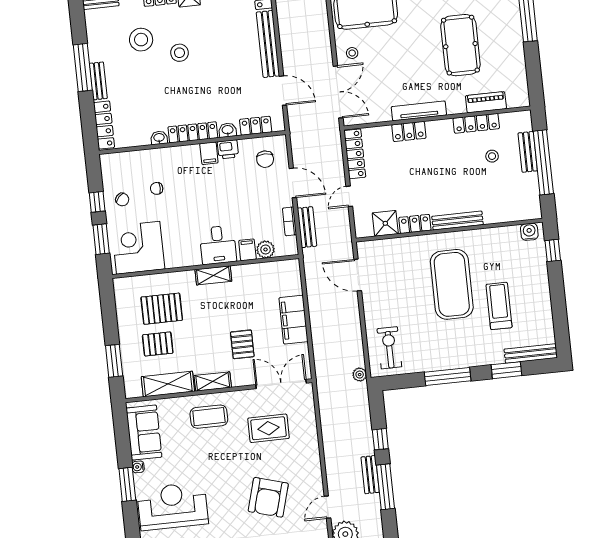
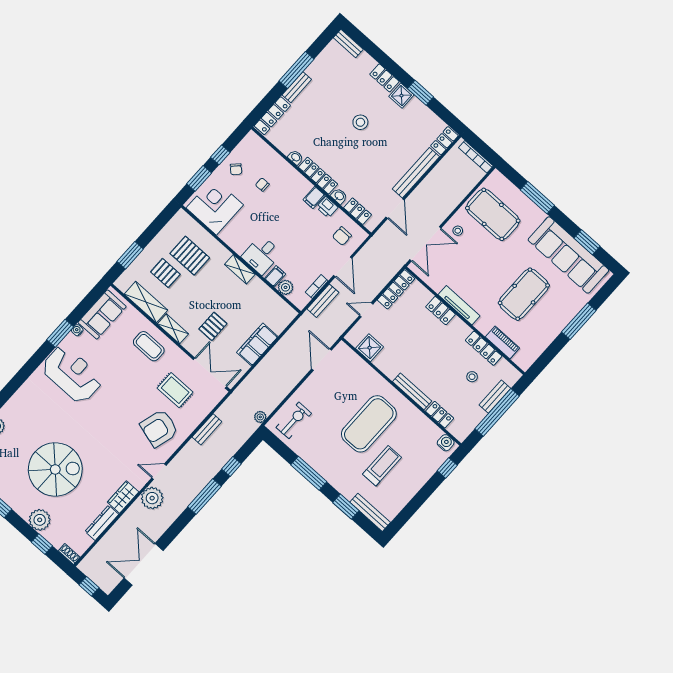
stool: (141, 40) -> (347, 91), removed
locker: (415, 224) -> (440, 415), moved
bench: (370, 475) -> (207, 429), moved
armchair: (268, 497) -> (159, 428), moved

